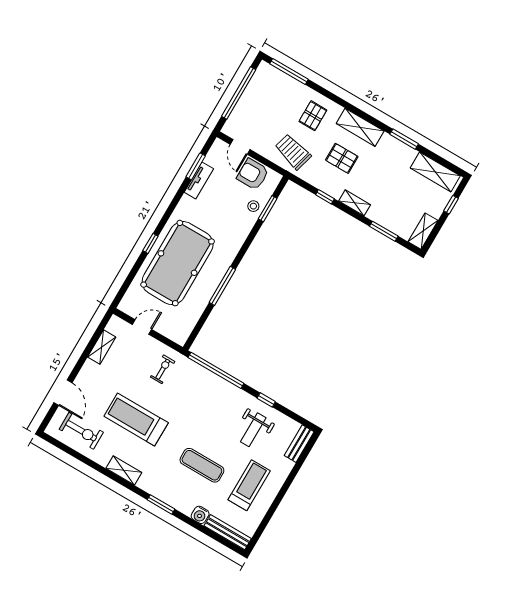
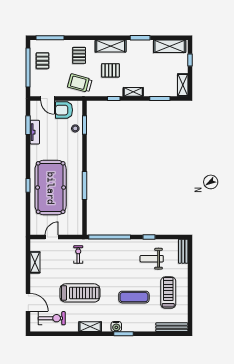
pallet: (262, 95) -> (42, 61), added
treadmill: (136, 420) -> (80, 293), turned 180
weight bench: (253, 430) -> (152, 259), turned 90
water cooler: (200, 515) -> (116, 327), moved

